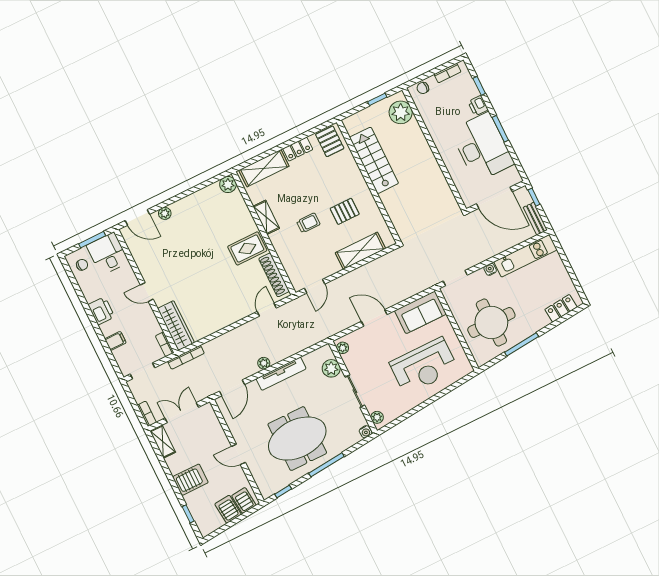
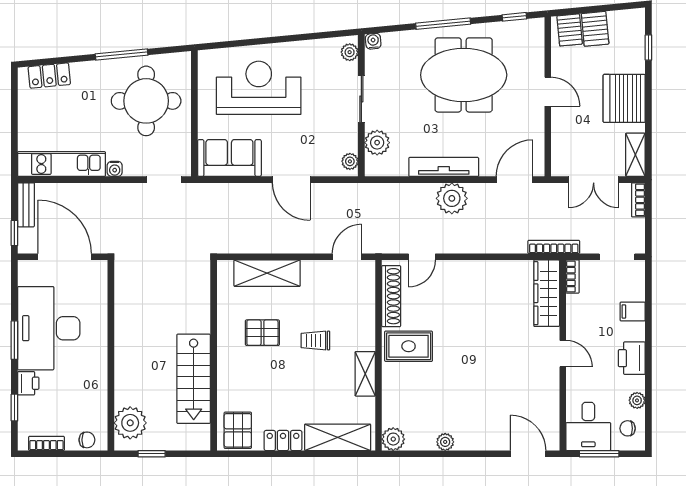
plant: (165, 213) -> (445, 442), moved
plant: (85, 286) -> (637, 400), added
plant: (264, 363) -> (452, 198), width x1.87, depth x1.87
server rack: (190, 480) -> (624, 98), width x1.60

